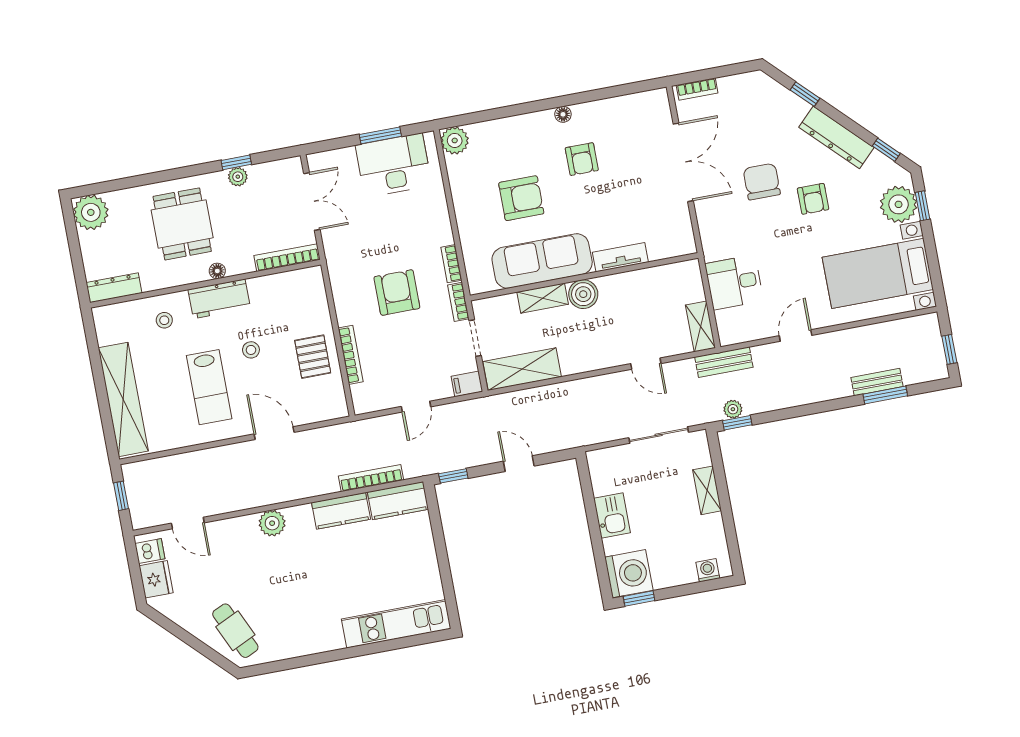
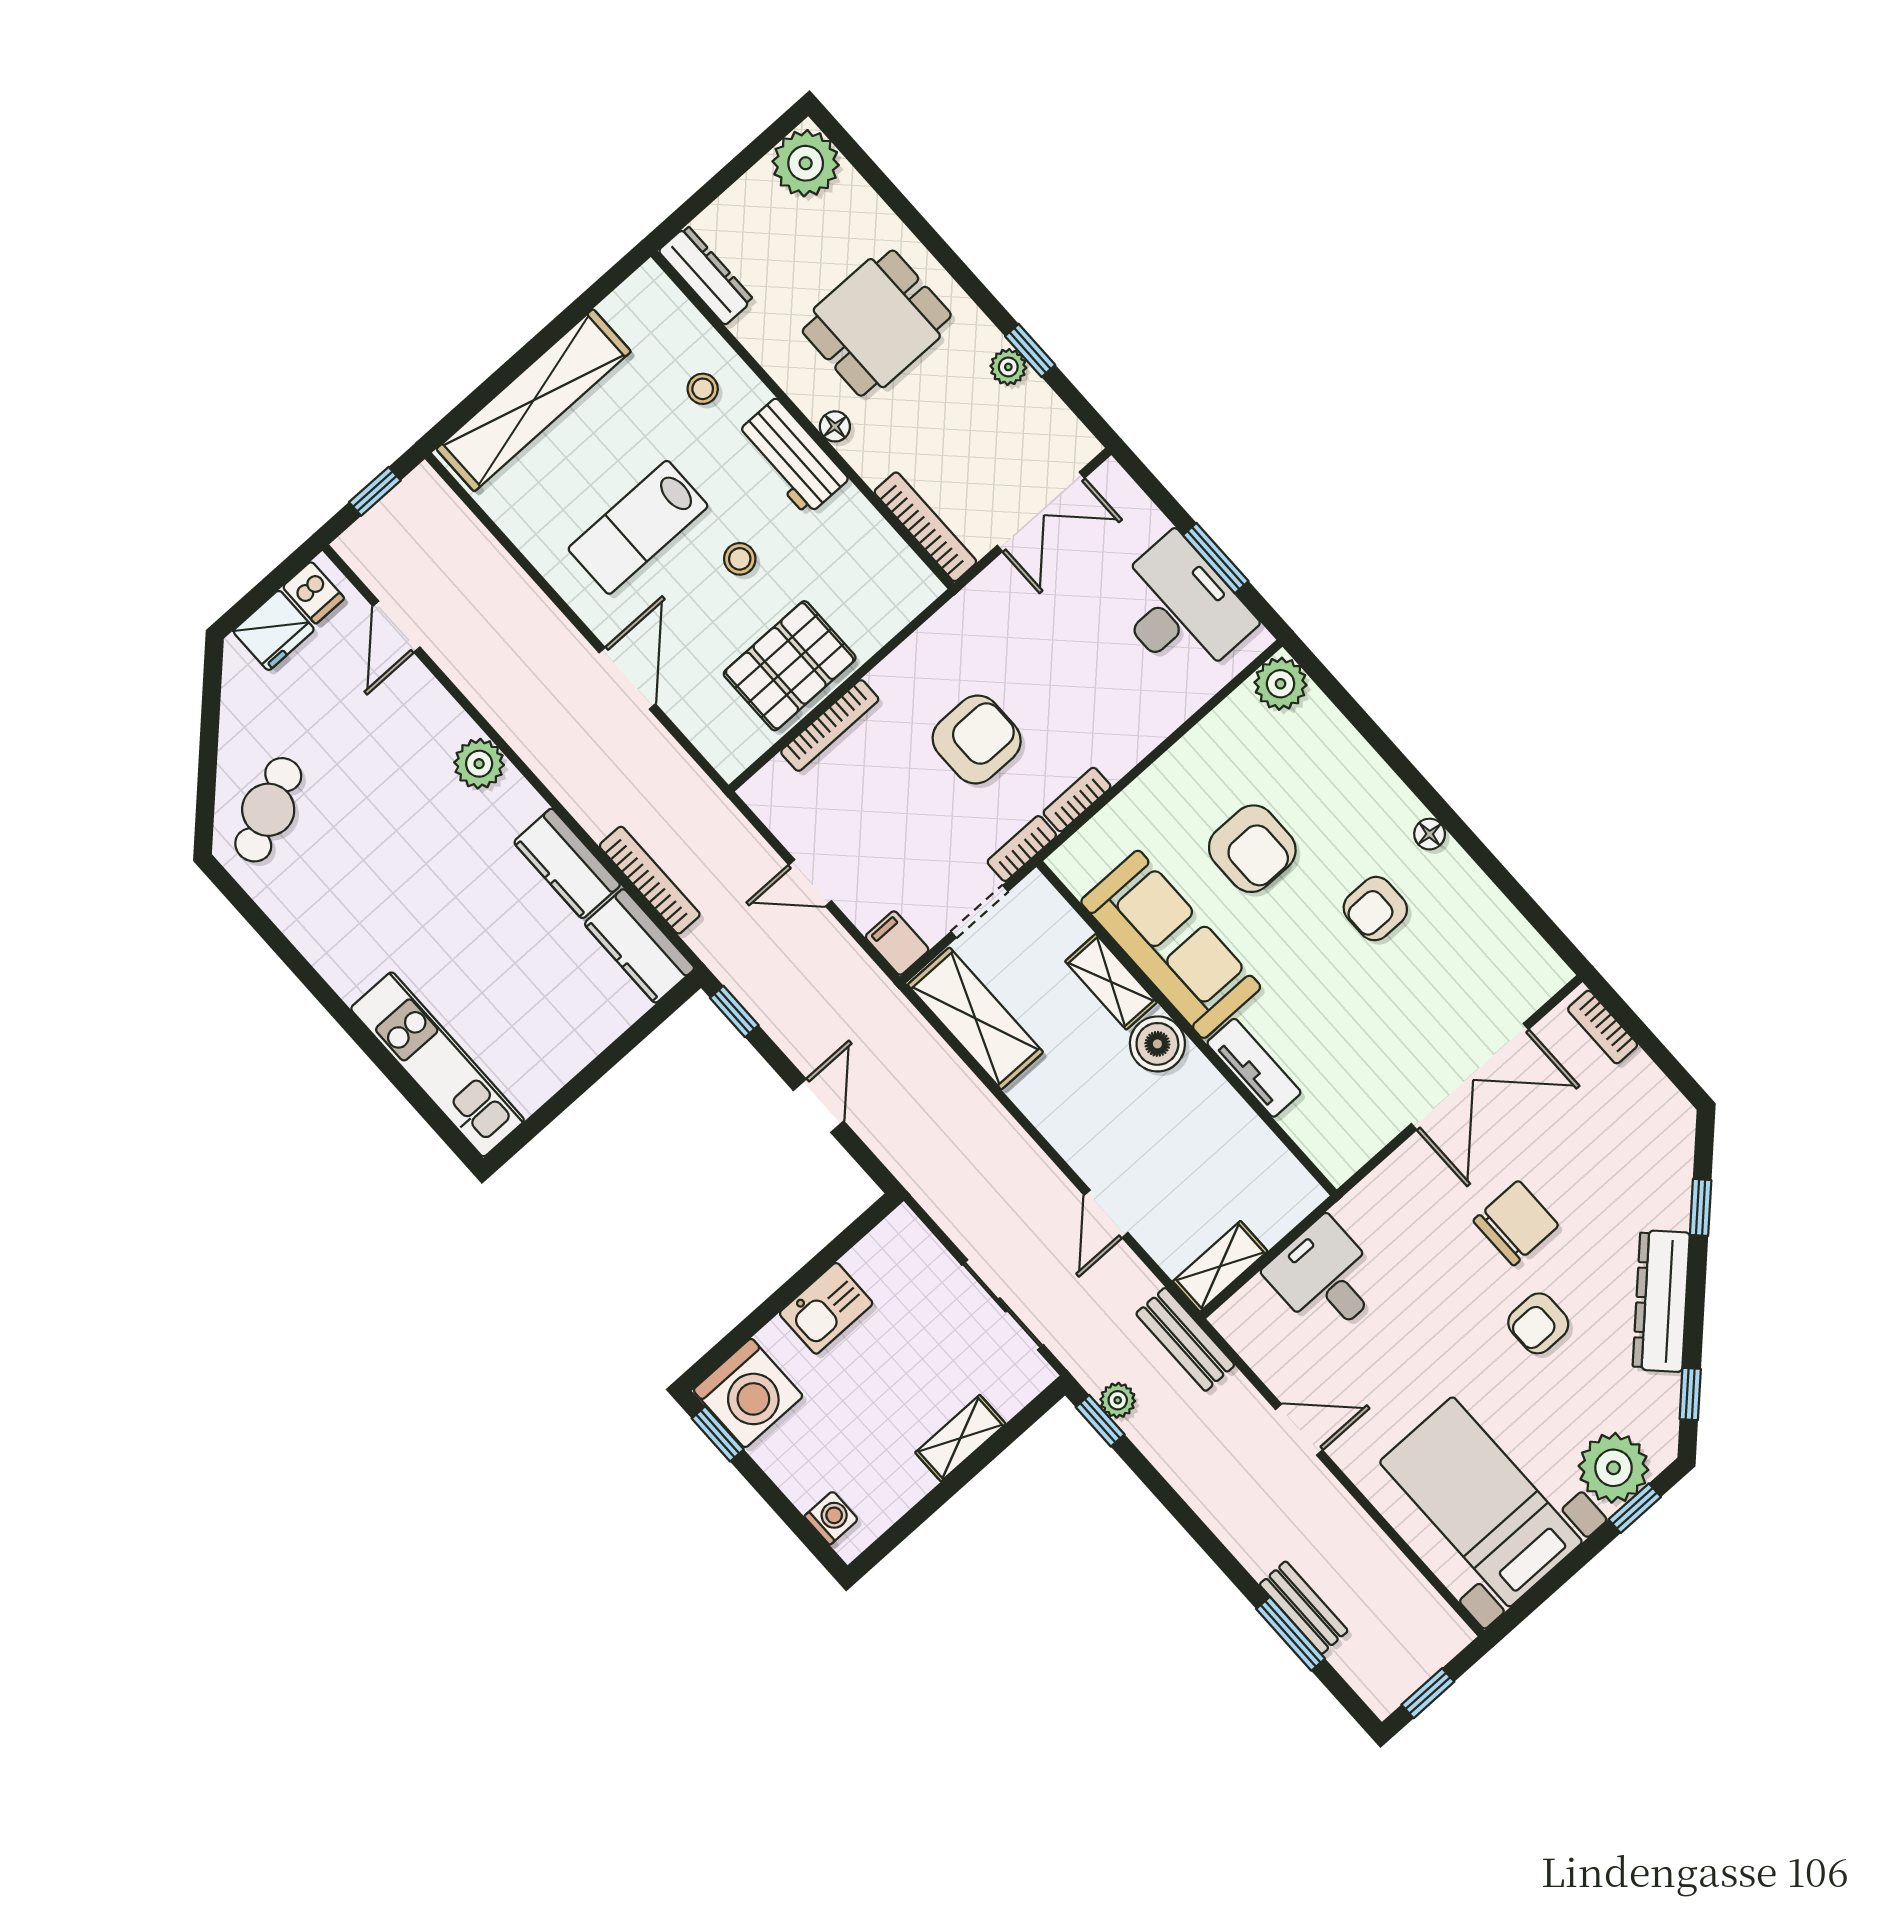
pallet: (313, 357) -> (790, 666), width x1.50, depth x1.42

